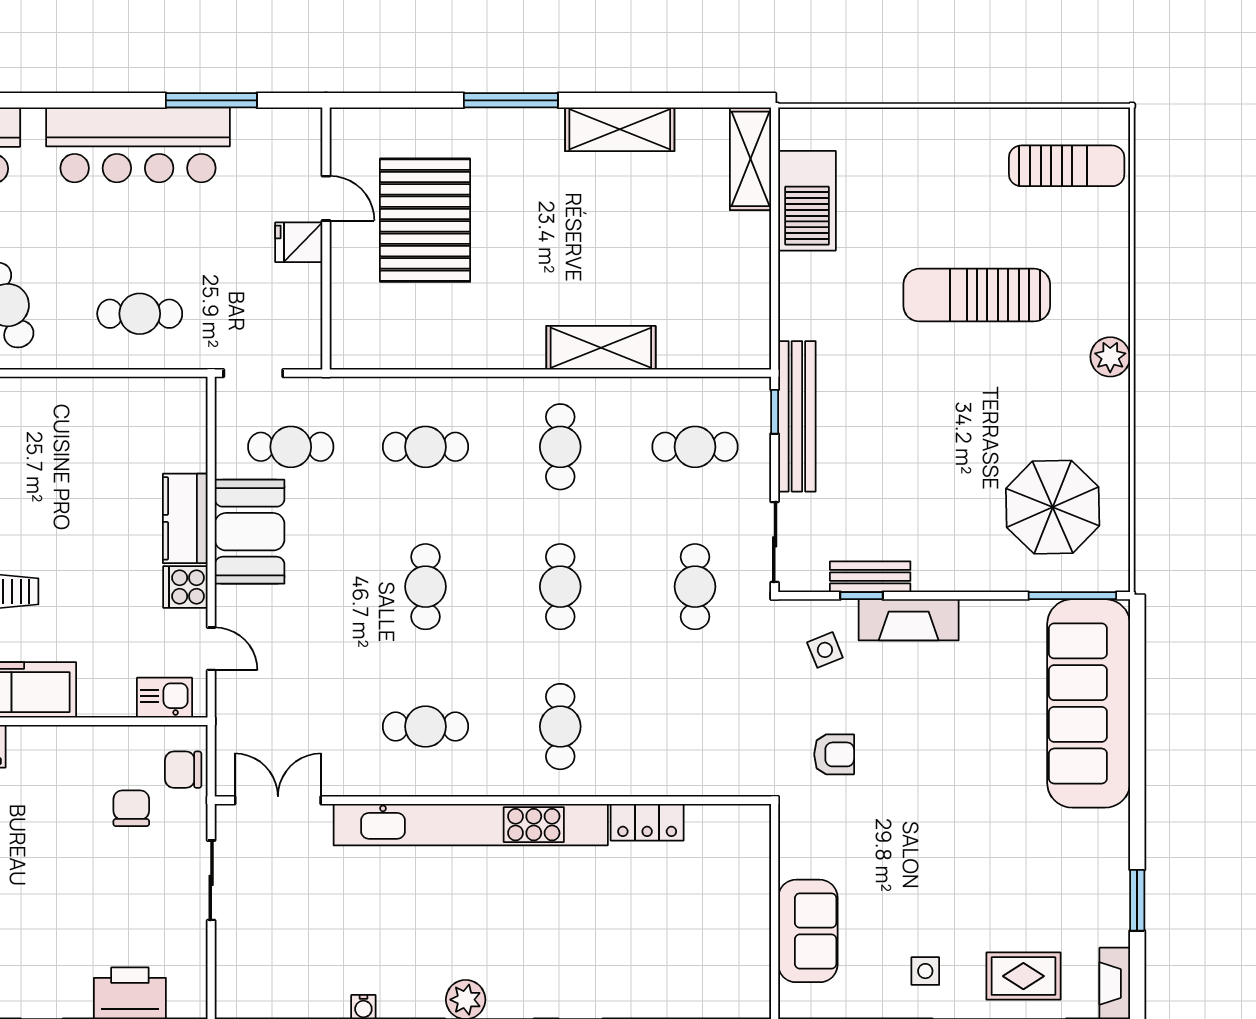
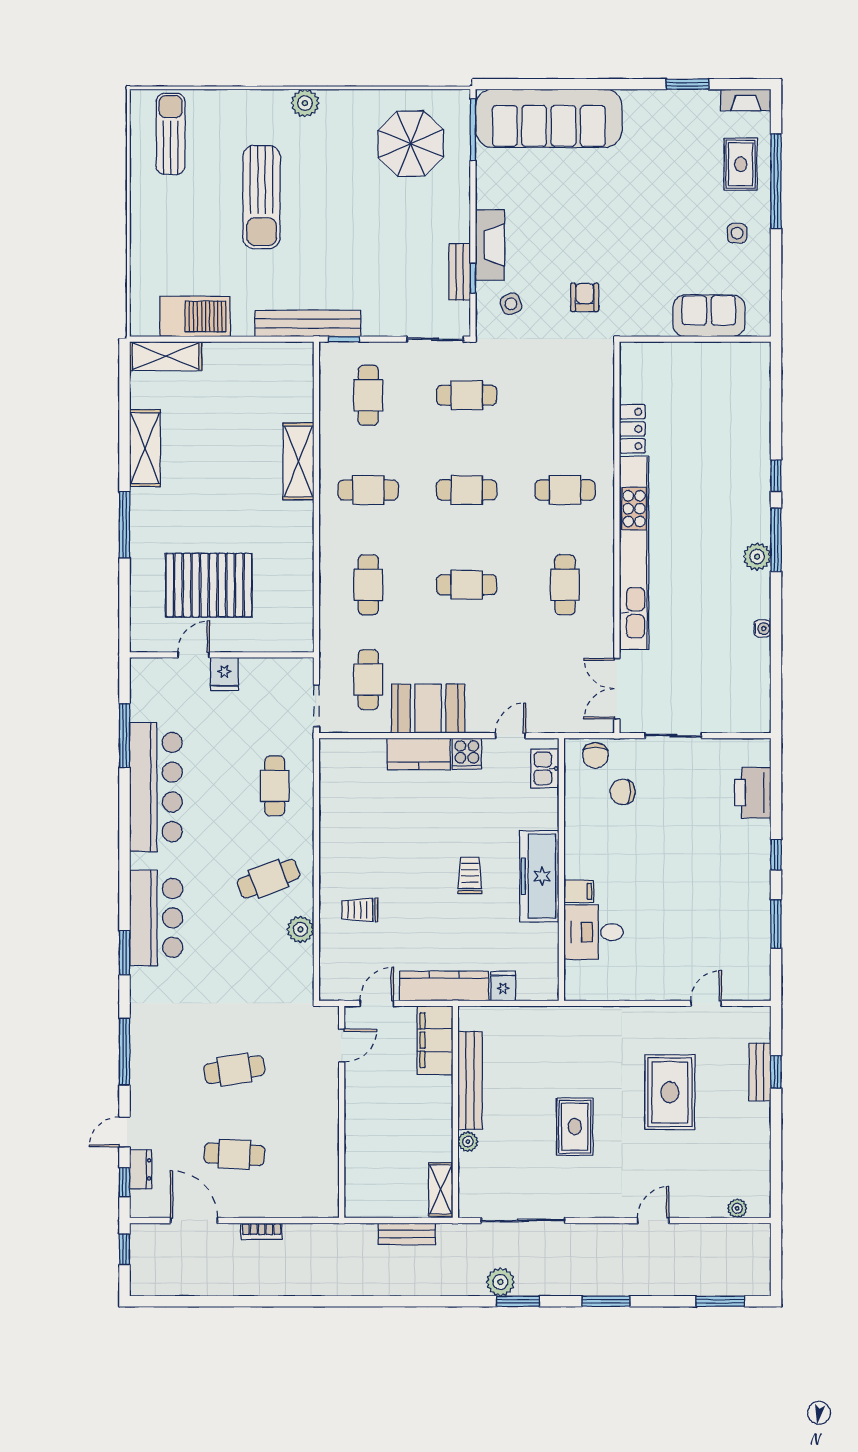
bench: (797, 416) -> (308, 323), moved

